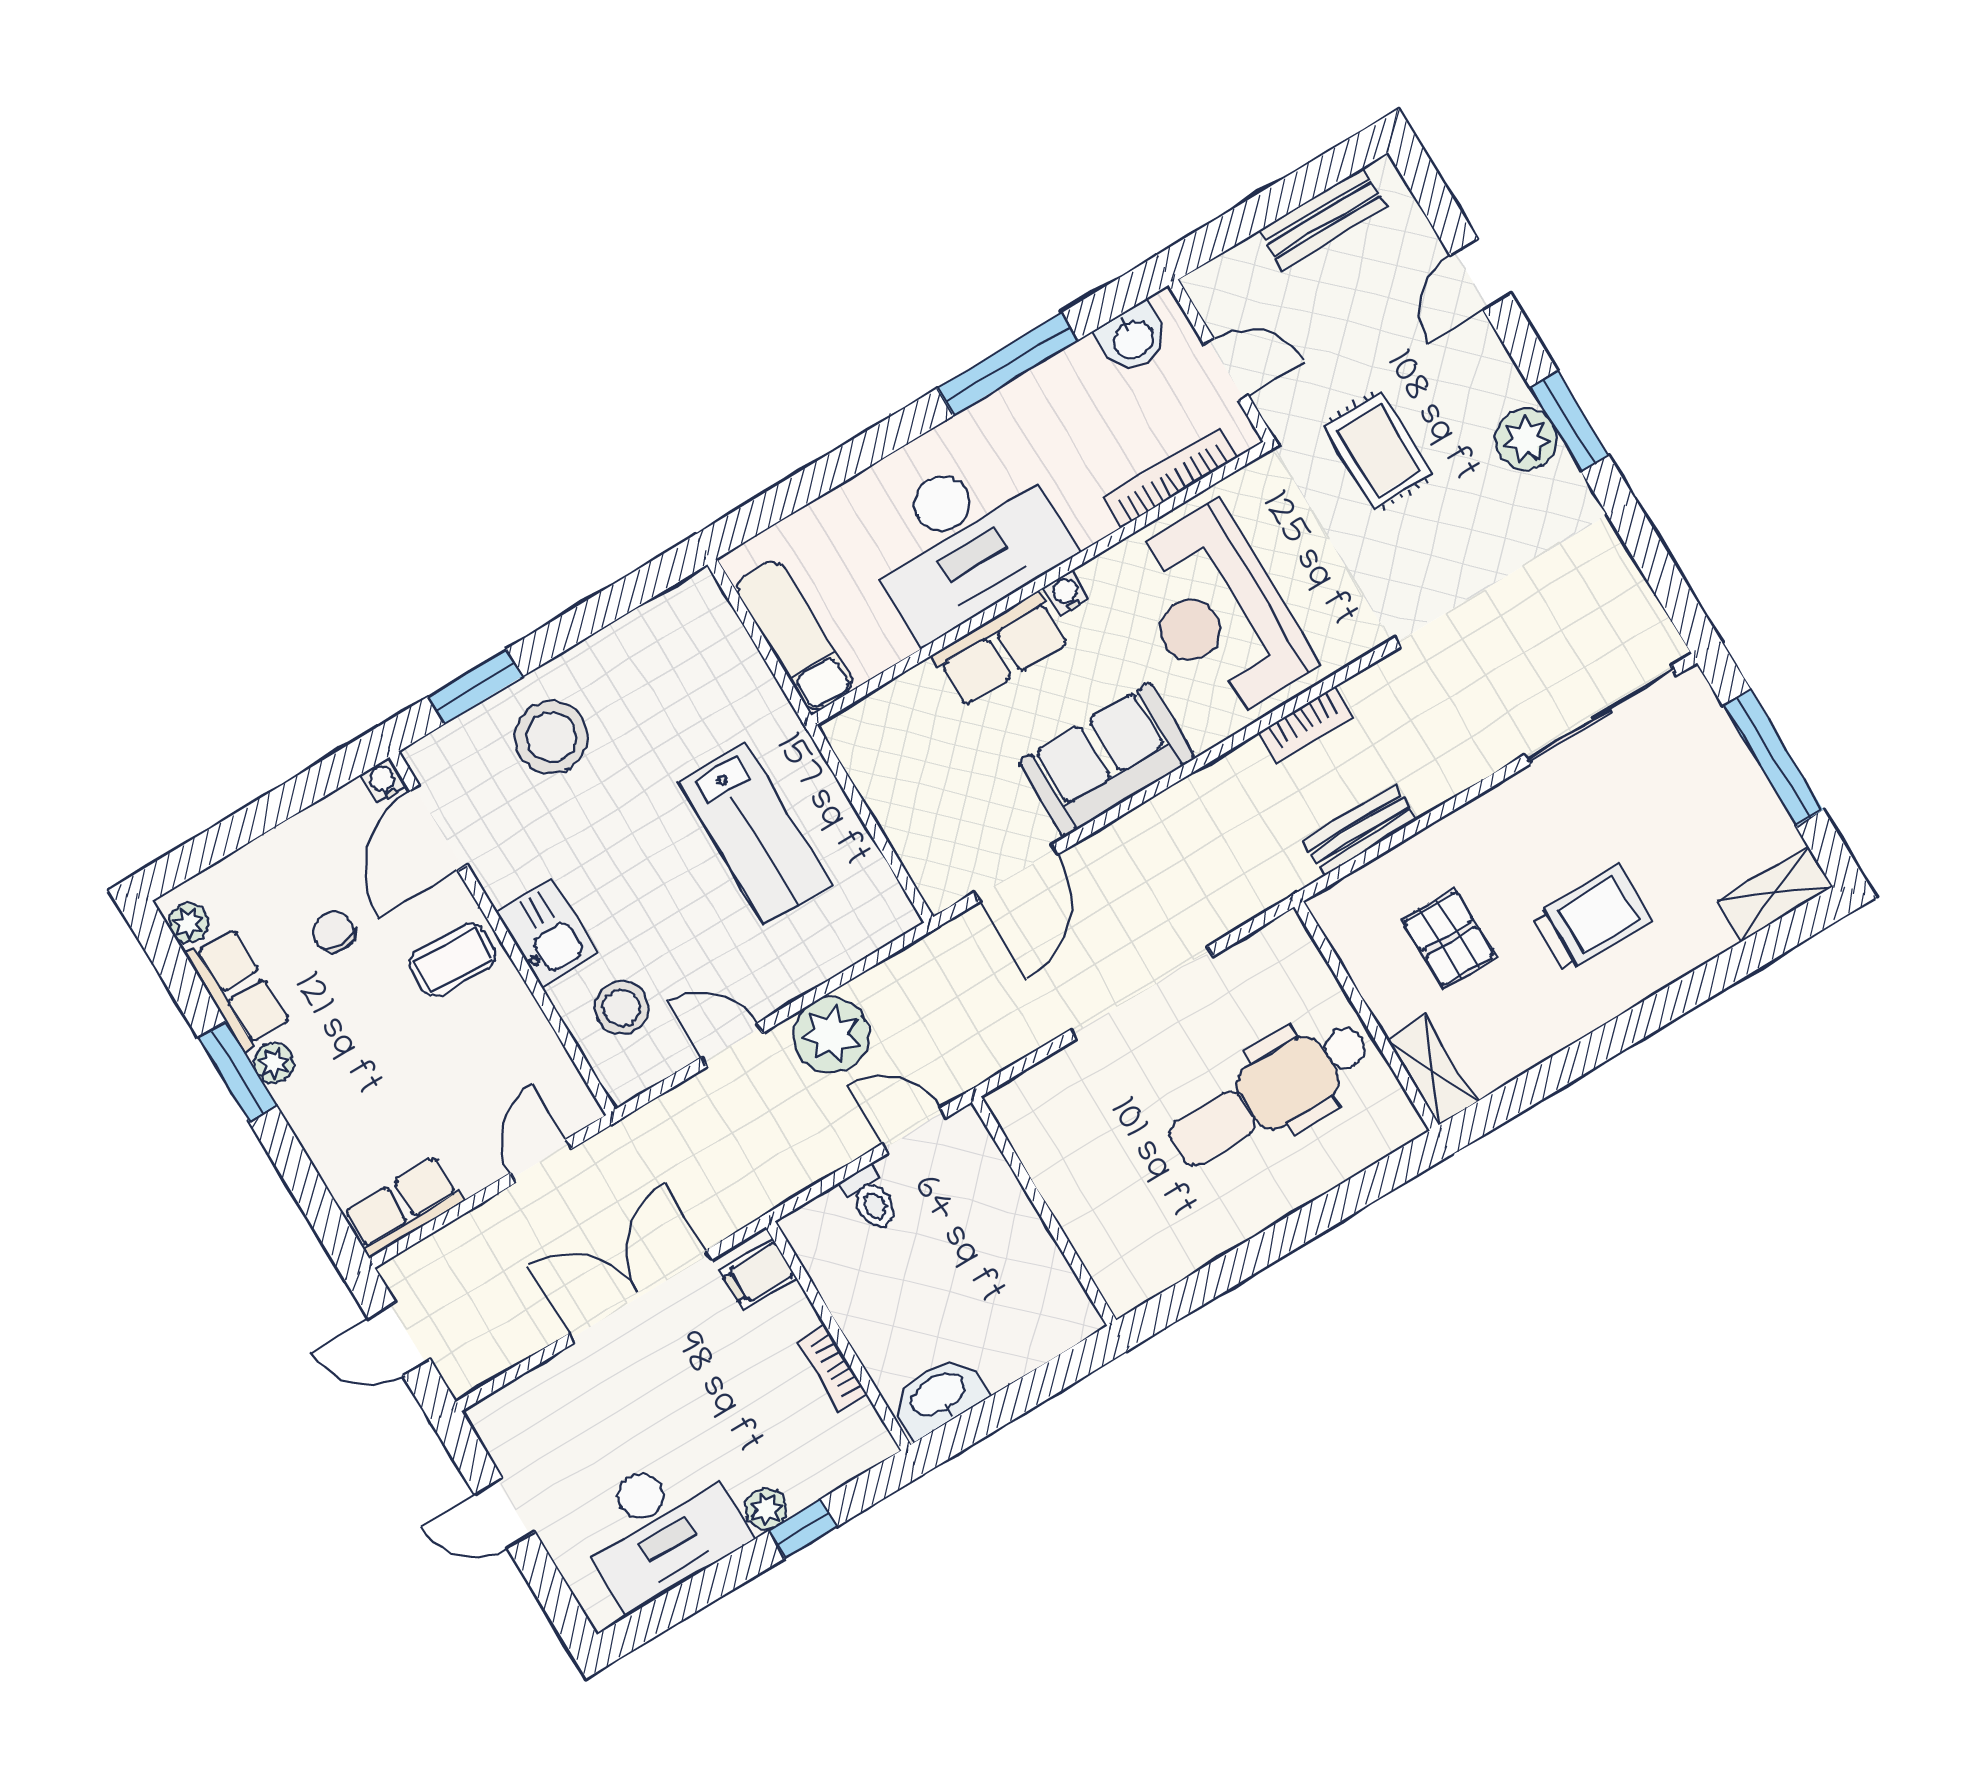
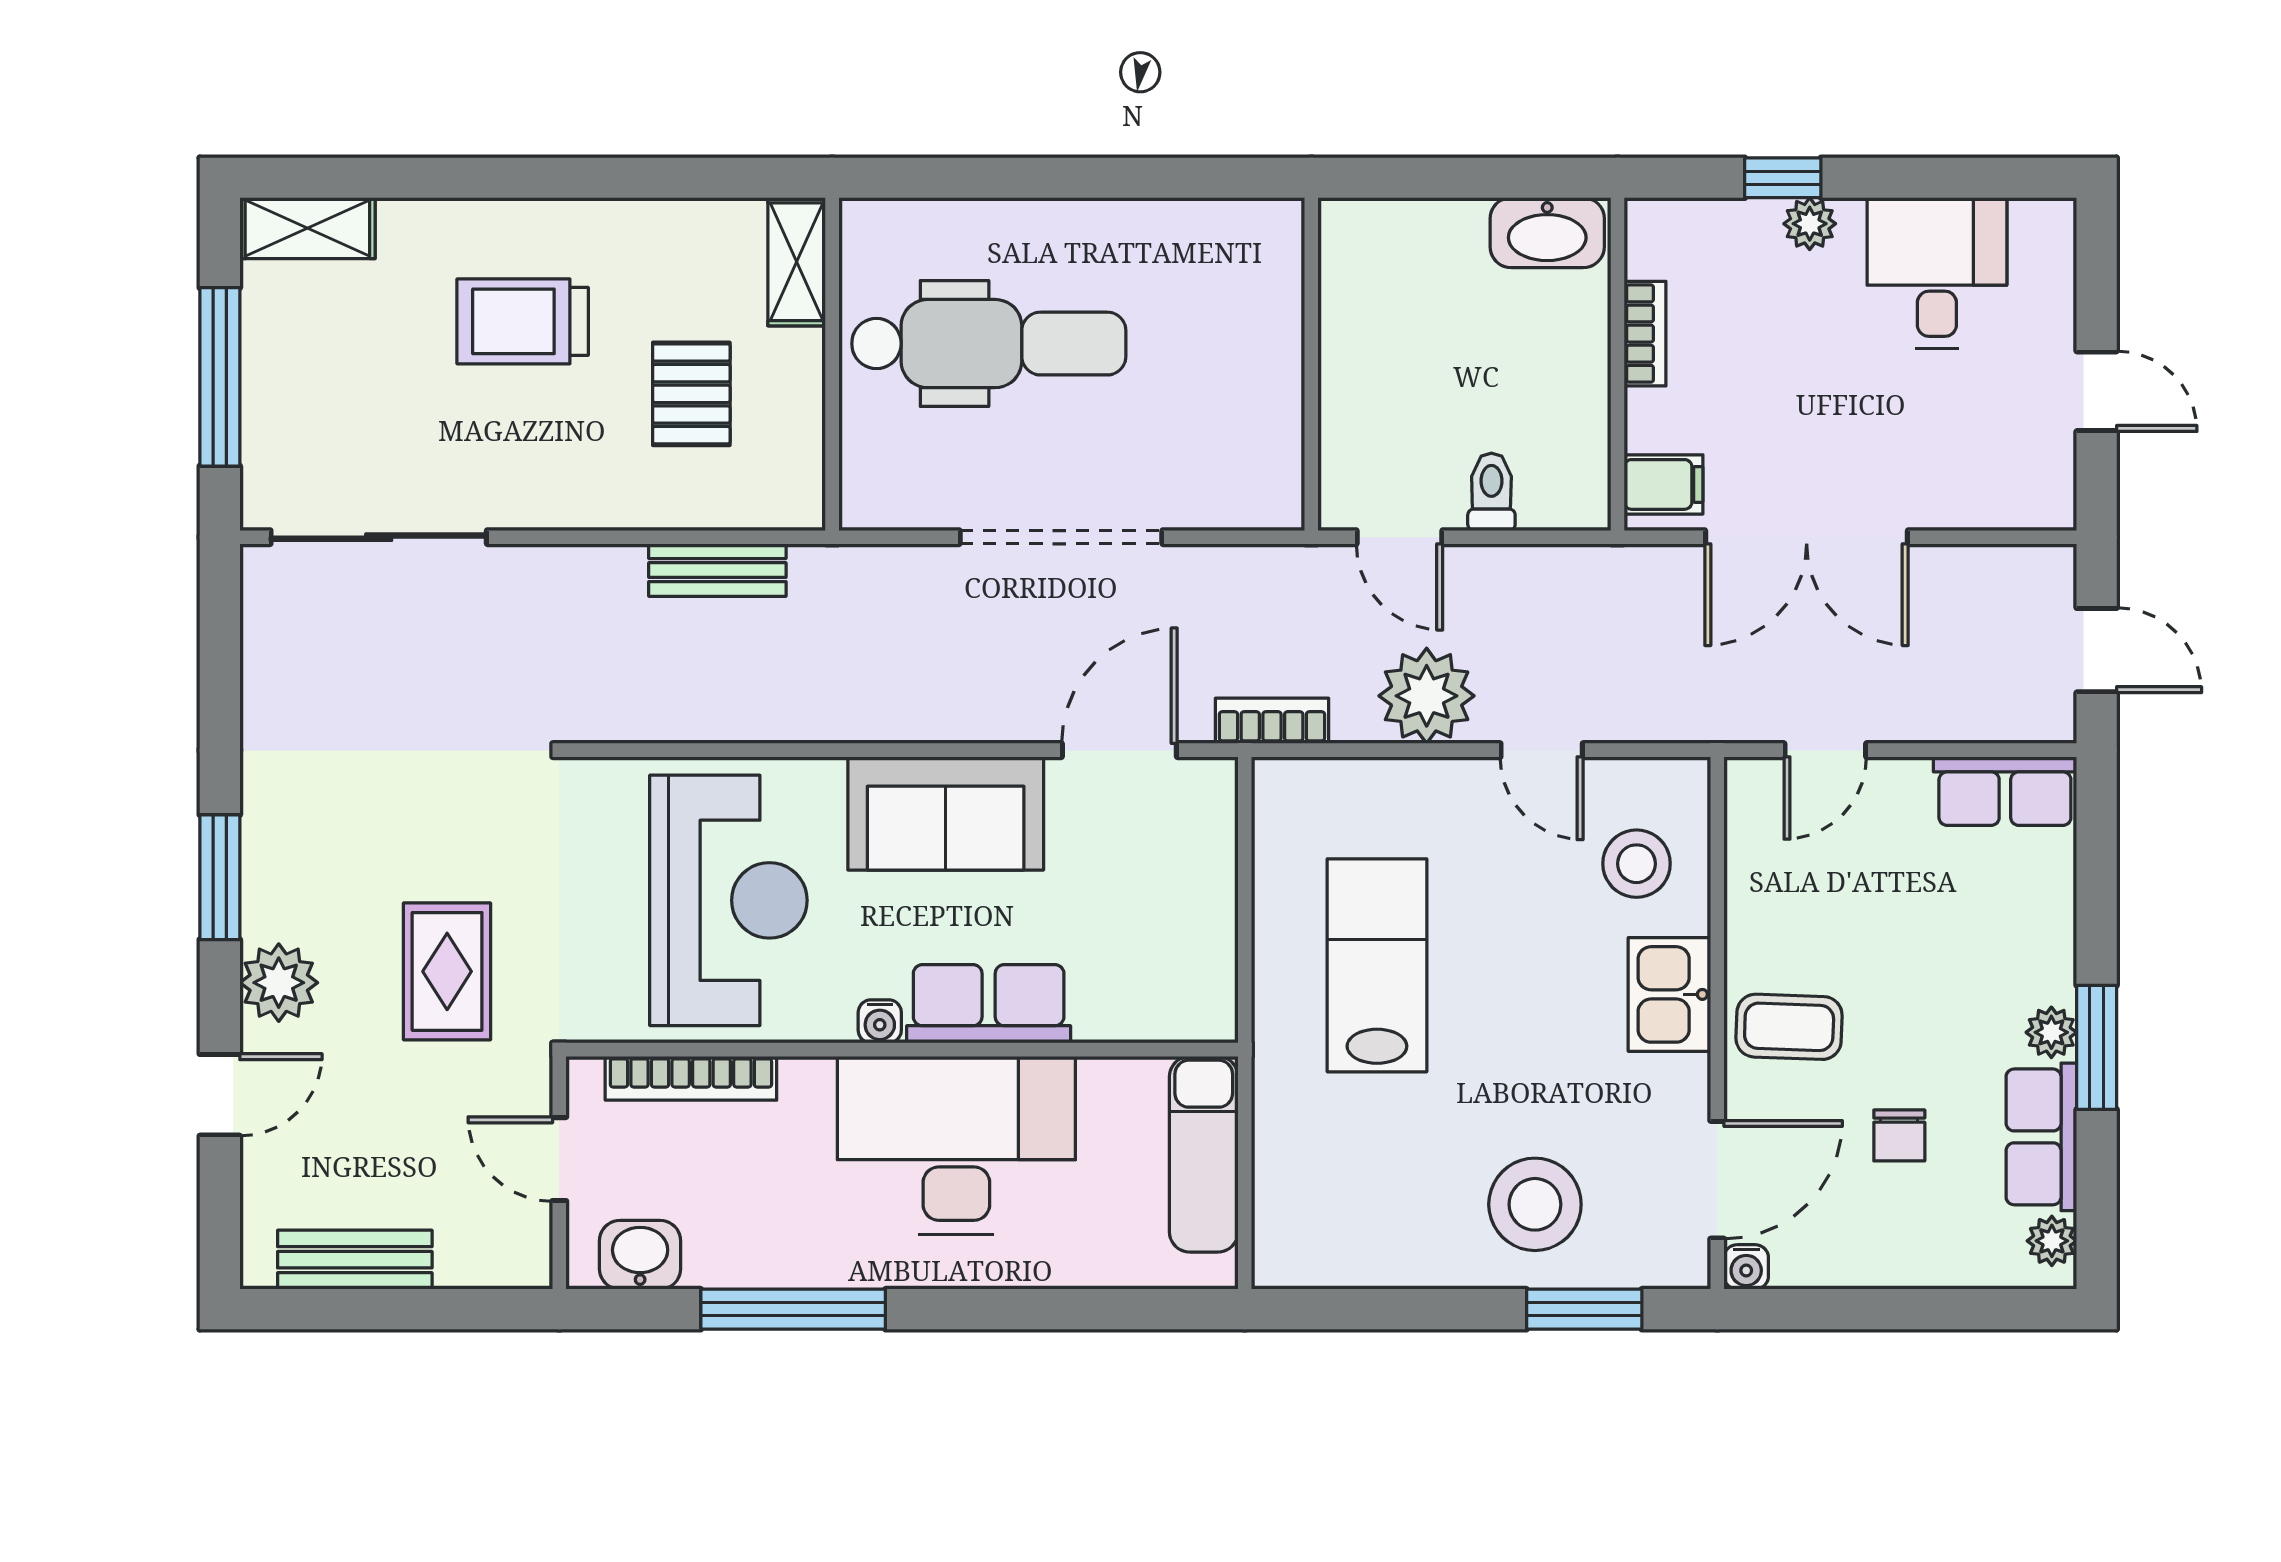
plant: (1526, 439) -> (279, 983), moved
bookcase: (1306, 725) -> (1272, 721), moved
desk: (660, 1527) -> (1937, 273), width x0.73

